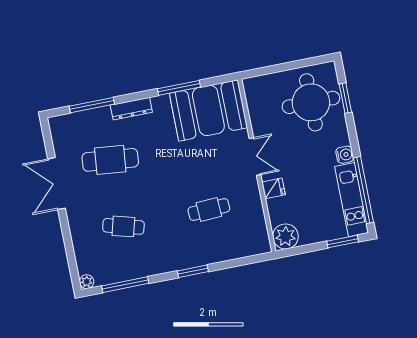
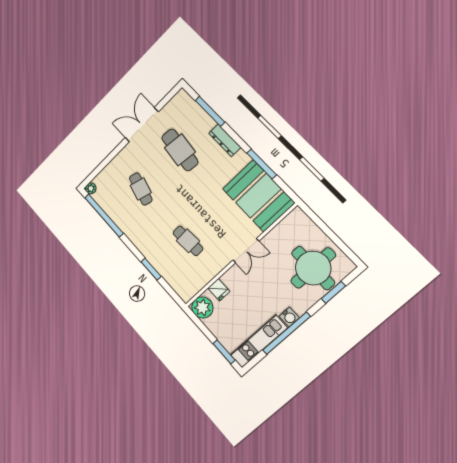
fridge: (274, 188) -> (219, 290), moved
window: (363, 190) -> (286, 333), moved
window: (193, 271) -> (151, 269), moved
window: (125, 285) -> (104, 215), width x1.46

